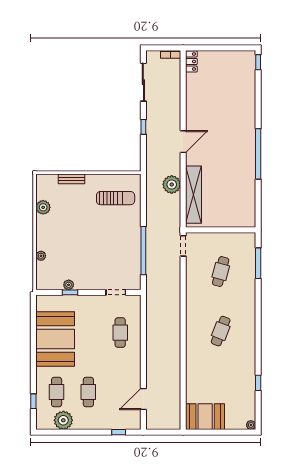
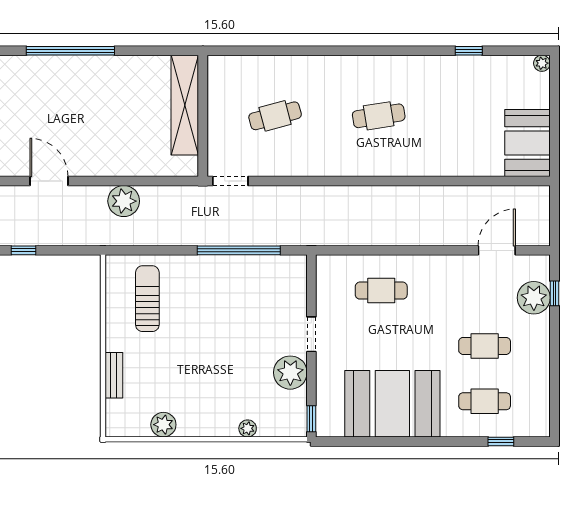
shelving: (194, 195) -> (185, 105), moved, turned 90
window: (258, 263) -> (261, 51), removed
cafe table: (221, 272) -> (275, 116), turned -30
plant: (69, 285) -> (290, 373), width x1.88, depth x1.88
window: (70, 292) -> (311, 419), moved
doorway: (116, 292) -> (311, 334), moved
cafe table: (221, 331) -> (379, 116), turned -30
door: (143, 399) -> (497, 250), swing flipped
plant: (63, 420) -> (534, 298), moved

